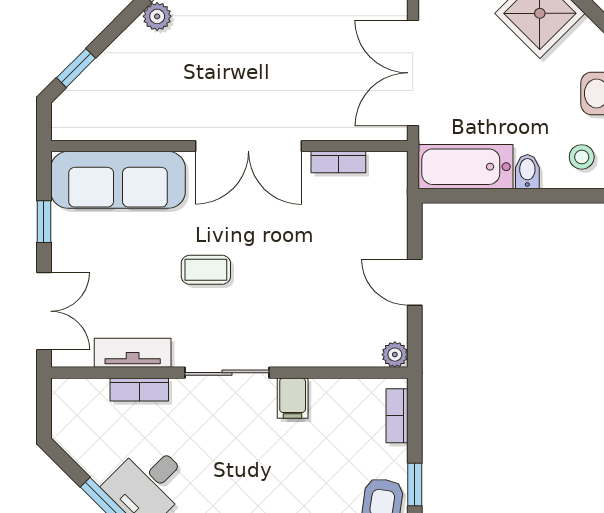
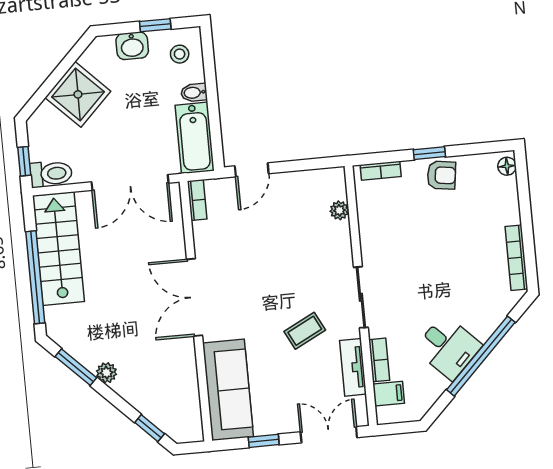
double door: (248, 146) -> (195, 297), swing flipped
bookcase: (338, 162) -> (197, 200), moved
coffee table: (206, 270) -> (305, 331), moved, turned 63
door: (415, 282) -> (252, 170), moved
plant: (395, 355) -> (339, 210), moved
filing cabinet: (293, 398) -> (389, 394), moved

